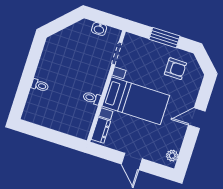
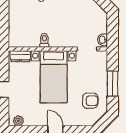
washbasin: (99, 29) -> (103, 40), moved
armchair: (175, 69) -> (90, 101), turned -90

